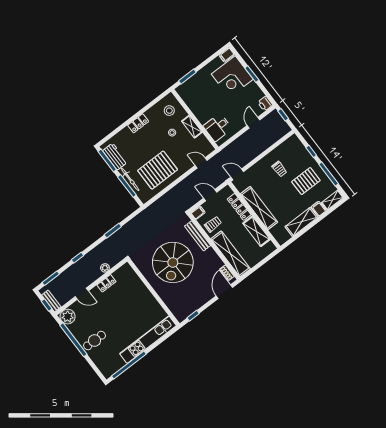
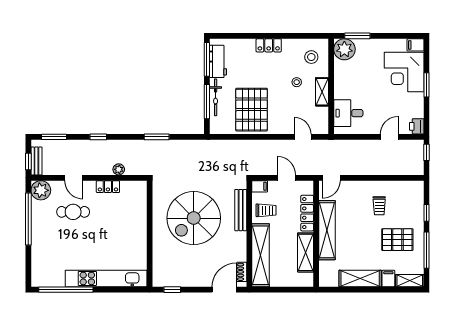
plant: (186, 91) -> (344, 49), added
pallet: (158, 170) -> (252, 110), turned 90
door: (237, 174) -> (331, 178), swing flipped
cafe table: (95, 341) -> (73, 212), moved

